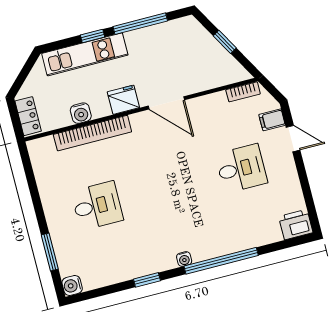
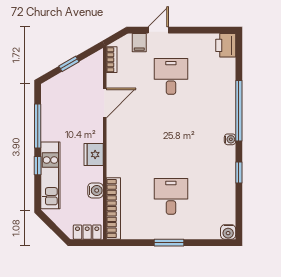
door: (166, 103) -> (105, 103), moved
bookcase: (92, 133) -> (113, 209), moved
window: (50, 252) -> (169, 243), moved

